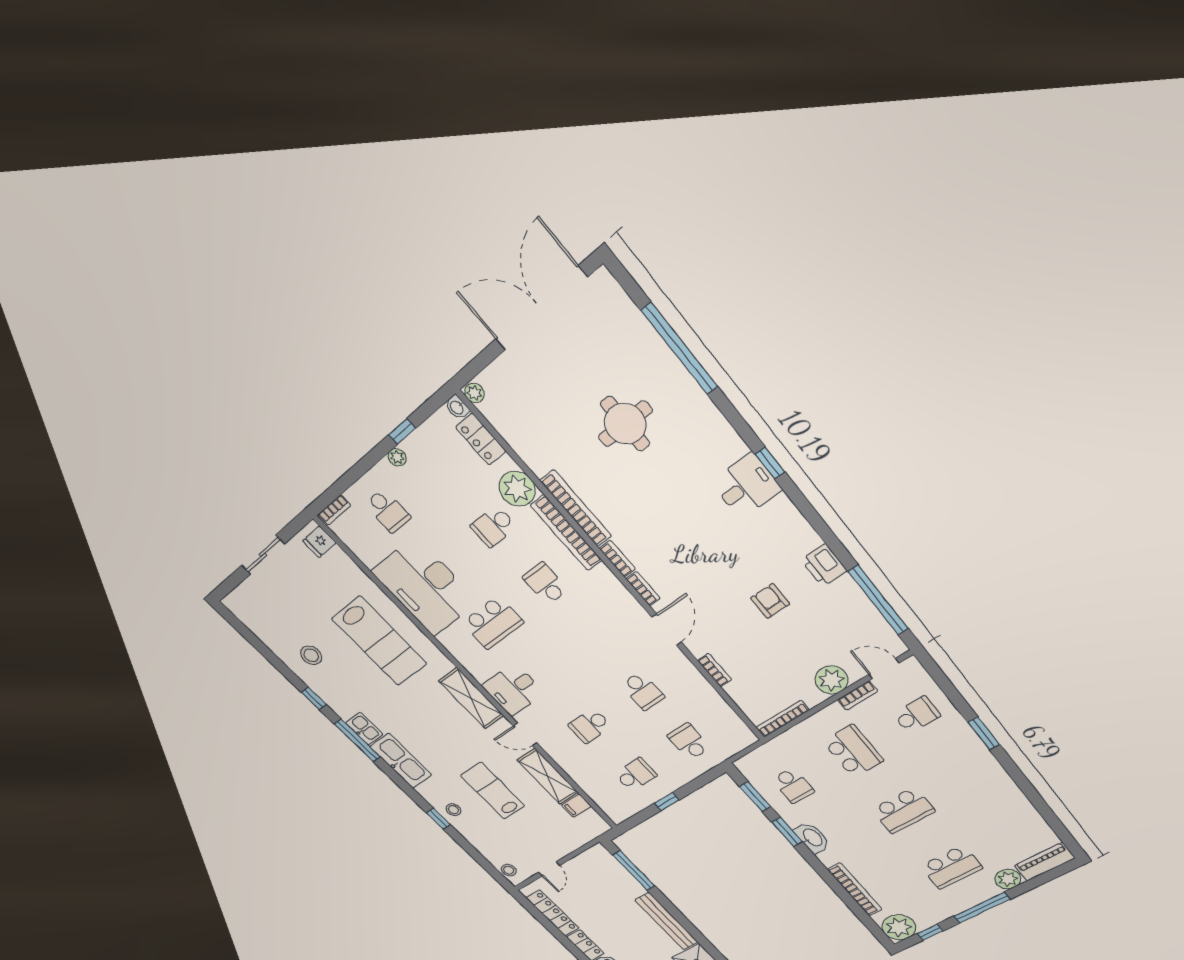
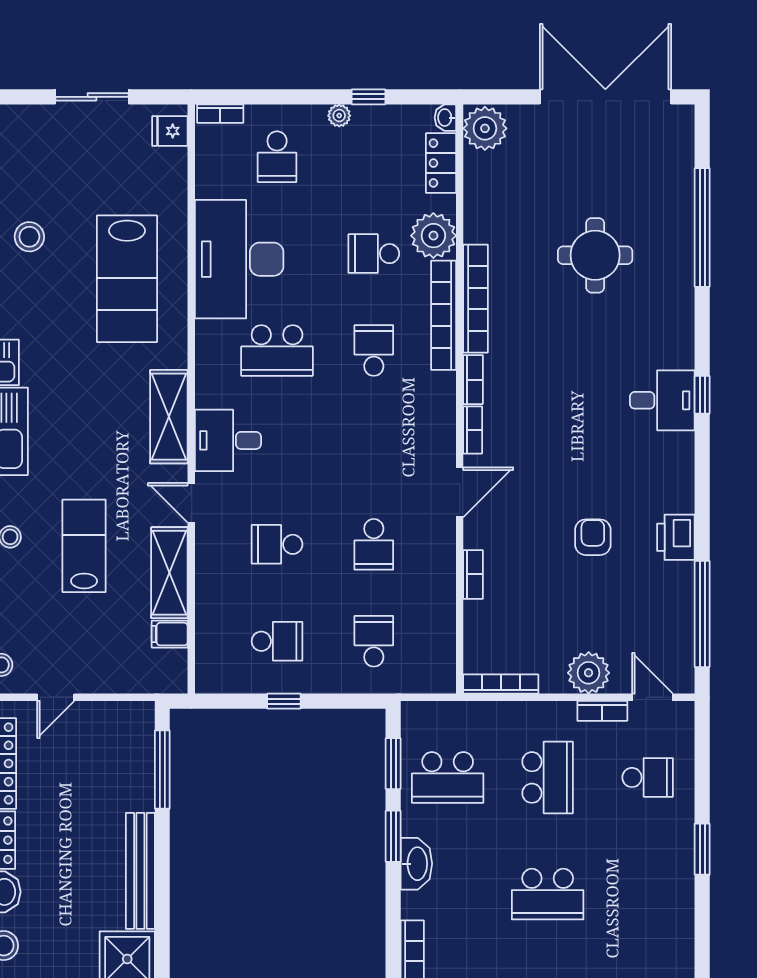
plant: (474, 393) -> (485, 128), width x1.88, depth x1.88
school desk: (793, 785) -> (448, 777), width x1.85

